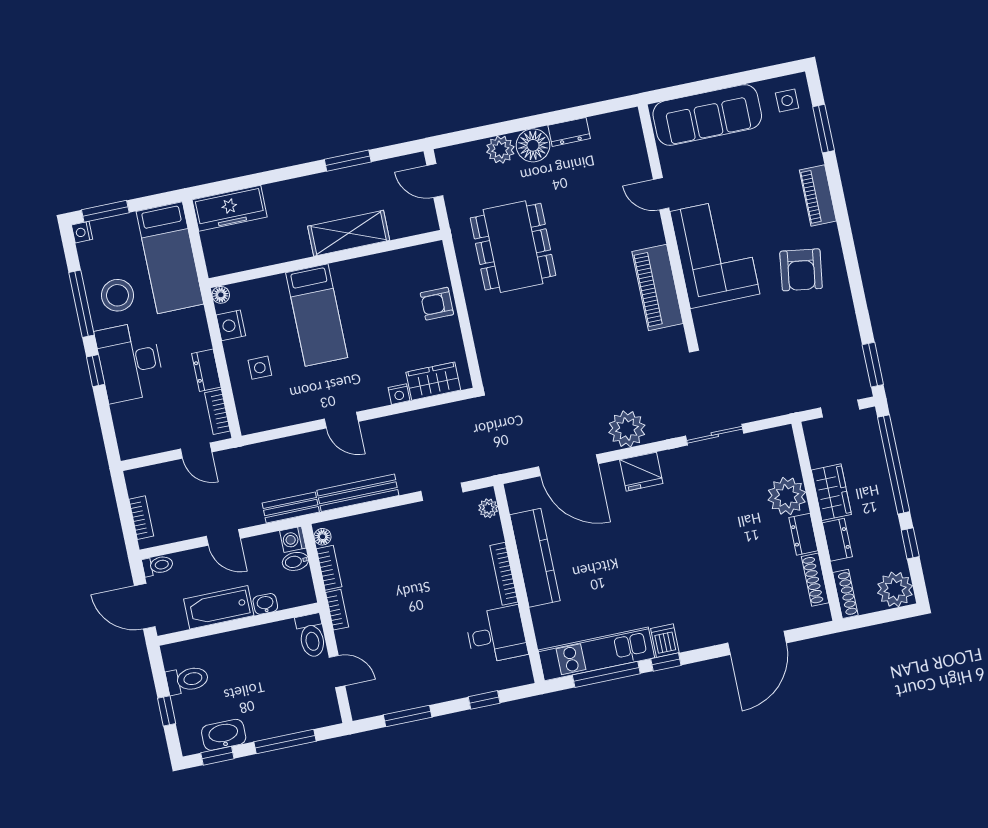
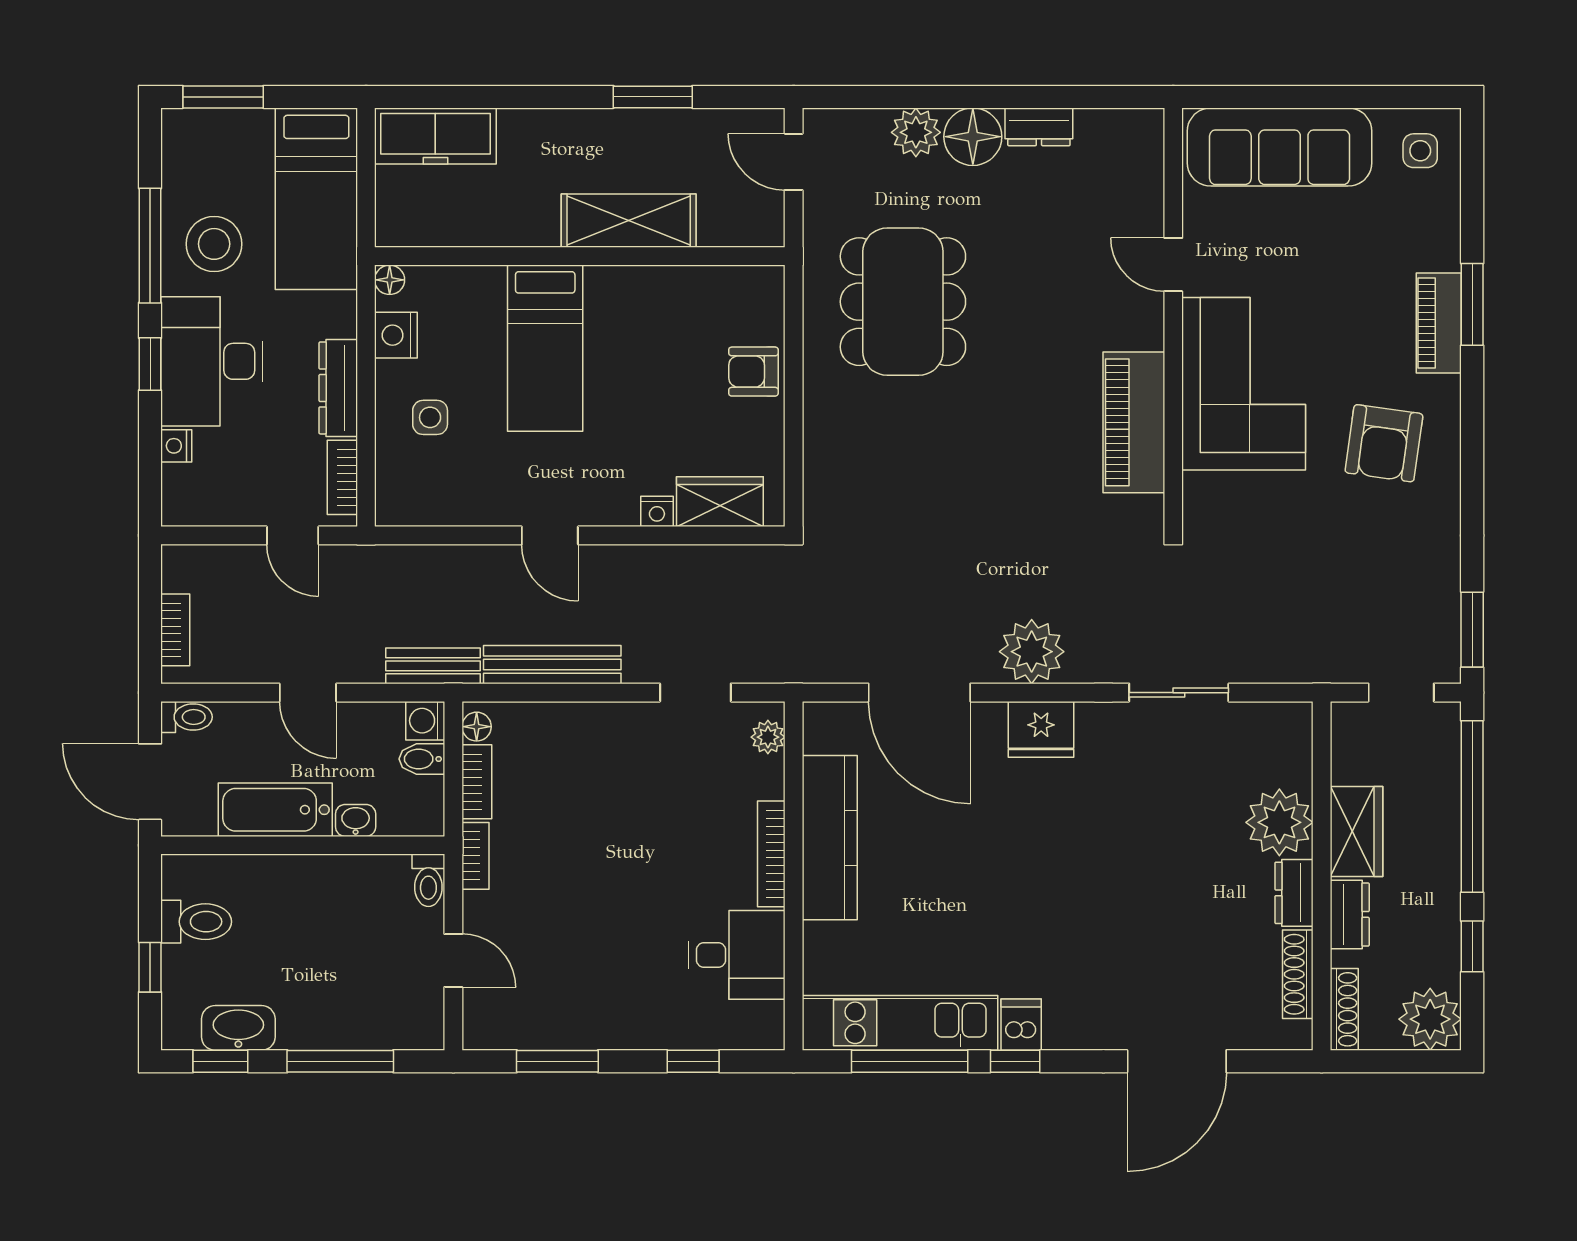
window: (824, 129) -> (1472, 304), moved
nightstand: (82, 232) -> (176, 446), moved
dresser: (206, 370) -> (338, 388), width x1.44
toilet: (311, 636) -> (428, 880), width x0.73, depth x0.72

